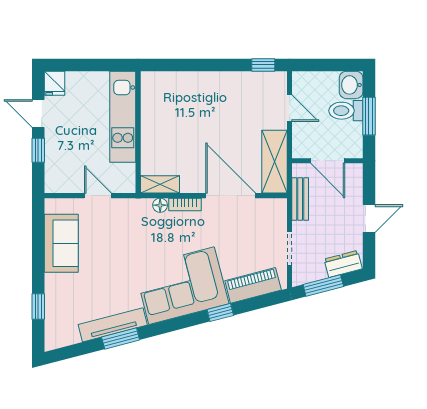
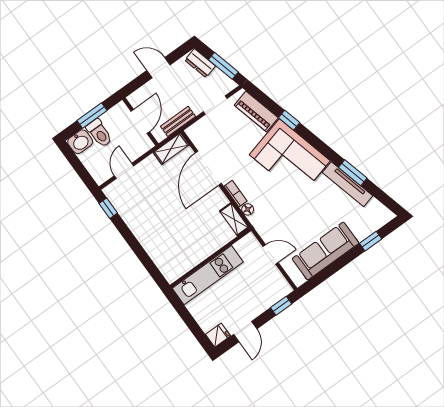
window: (38, 150) -> (281, 306), moved
shelving: (274, 162) -> (171, 149), width x0.67, depth x0.75
door: (98, 196) -> (271, 254), swing flipped
sofa: (61, 243) -> (326, 251), width x1.36

